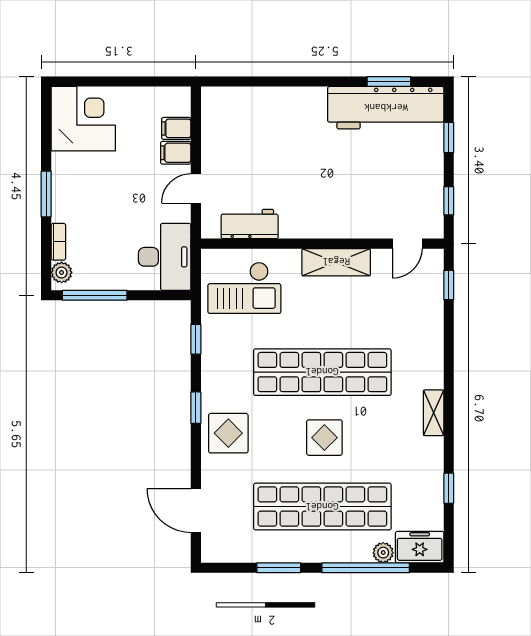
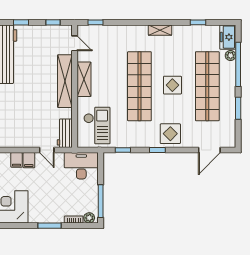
workbench: (250, 224) -> (65, 133), moved
shelving: (332, 224) -> (65, 81), added

